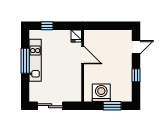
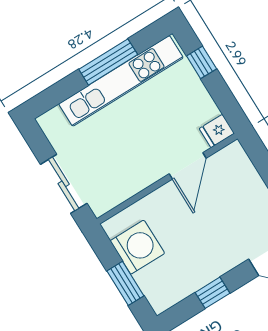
kitchen unit: (35, 60) -> (121, 81), width x1.36
sliding door: (50, 106) -> (64, 184), moved

